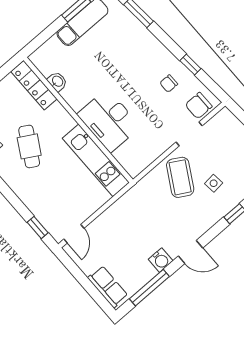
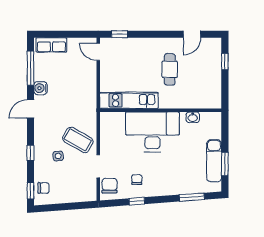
locker: (34, 85) -> (202, 102), removed
desk: (109, 120) -> (152, 132), width x1.36, depth x1.30
cafe table: (29, 146) -> (170, 69), turned 60

